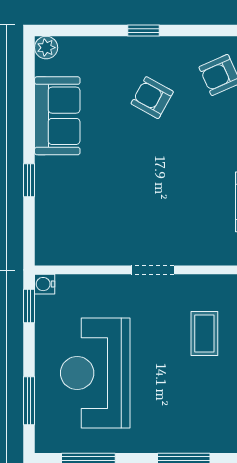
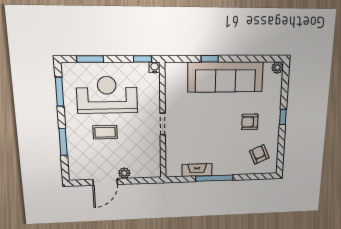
armchair: (152, 98) -> (250, 122), turned -119
sofa: (57, 116) -> (226, 77), width x1.85, depth x1.27
coffee table: (204, 334) -> (105, 132), moved

